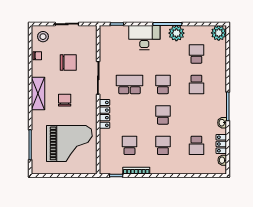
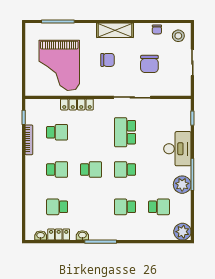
school desk: (129, 84) -> (125, 132), turned 180
school desk: (163, 84) -> (125, 170), turned 180
locker: (105, 114) -> (77, 104), moved

